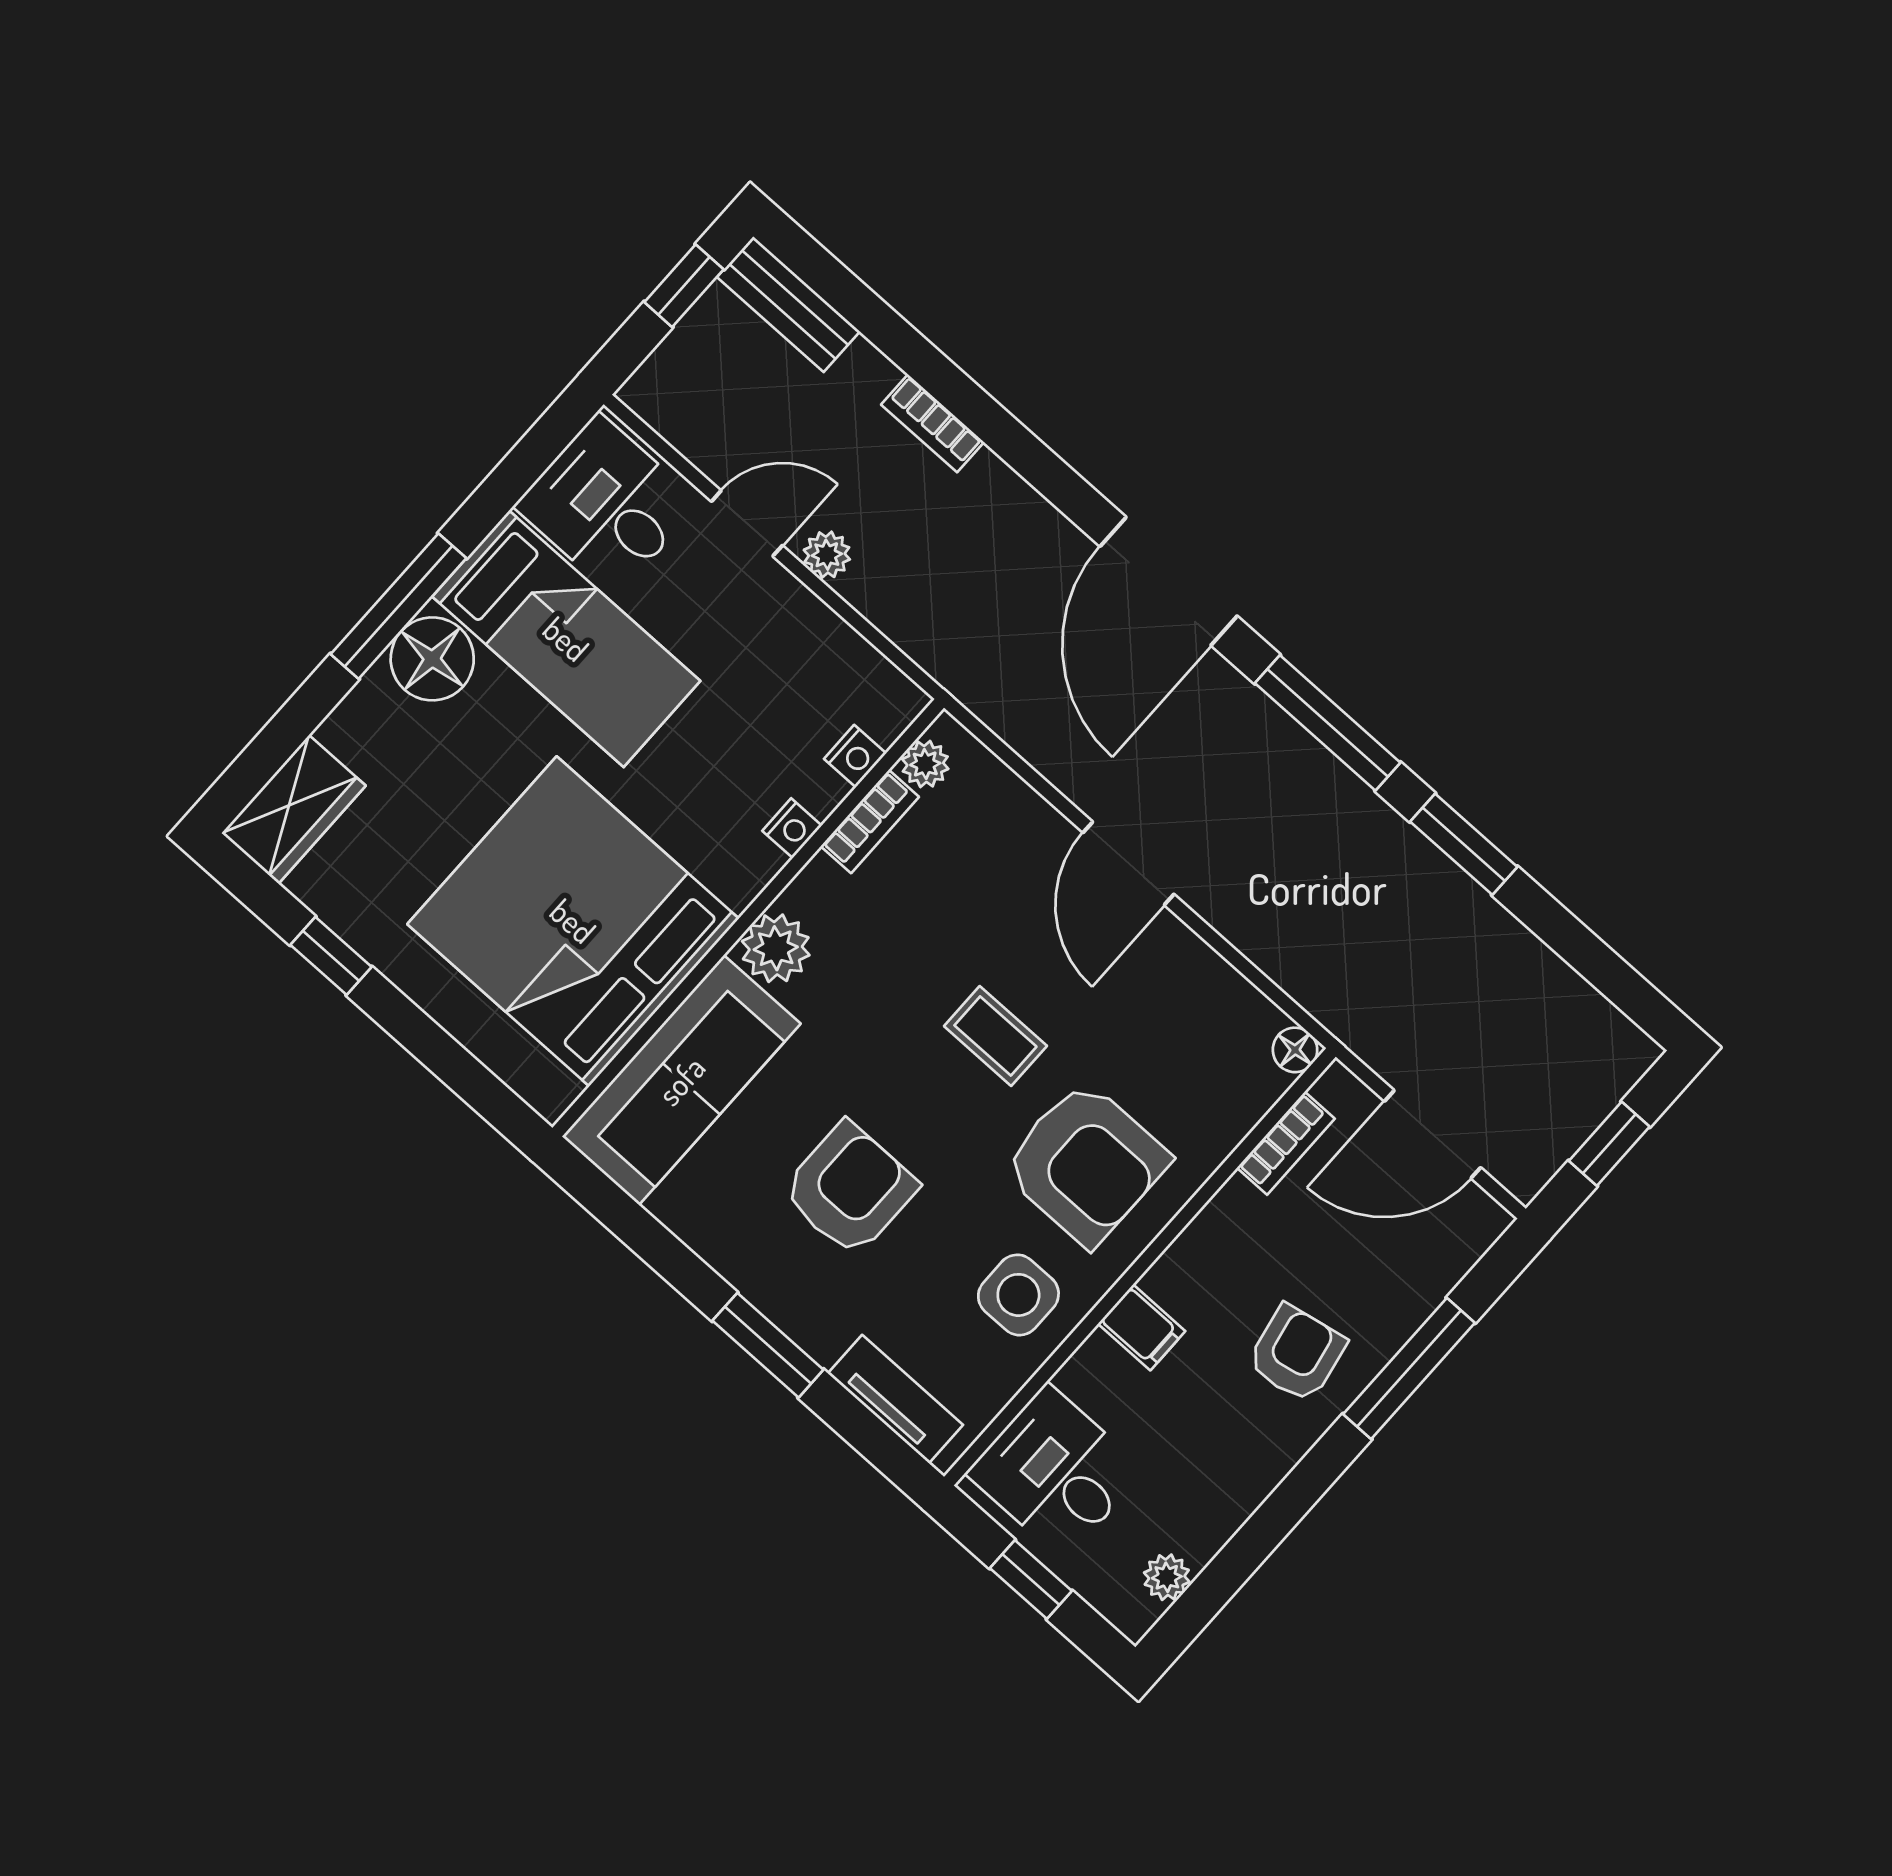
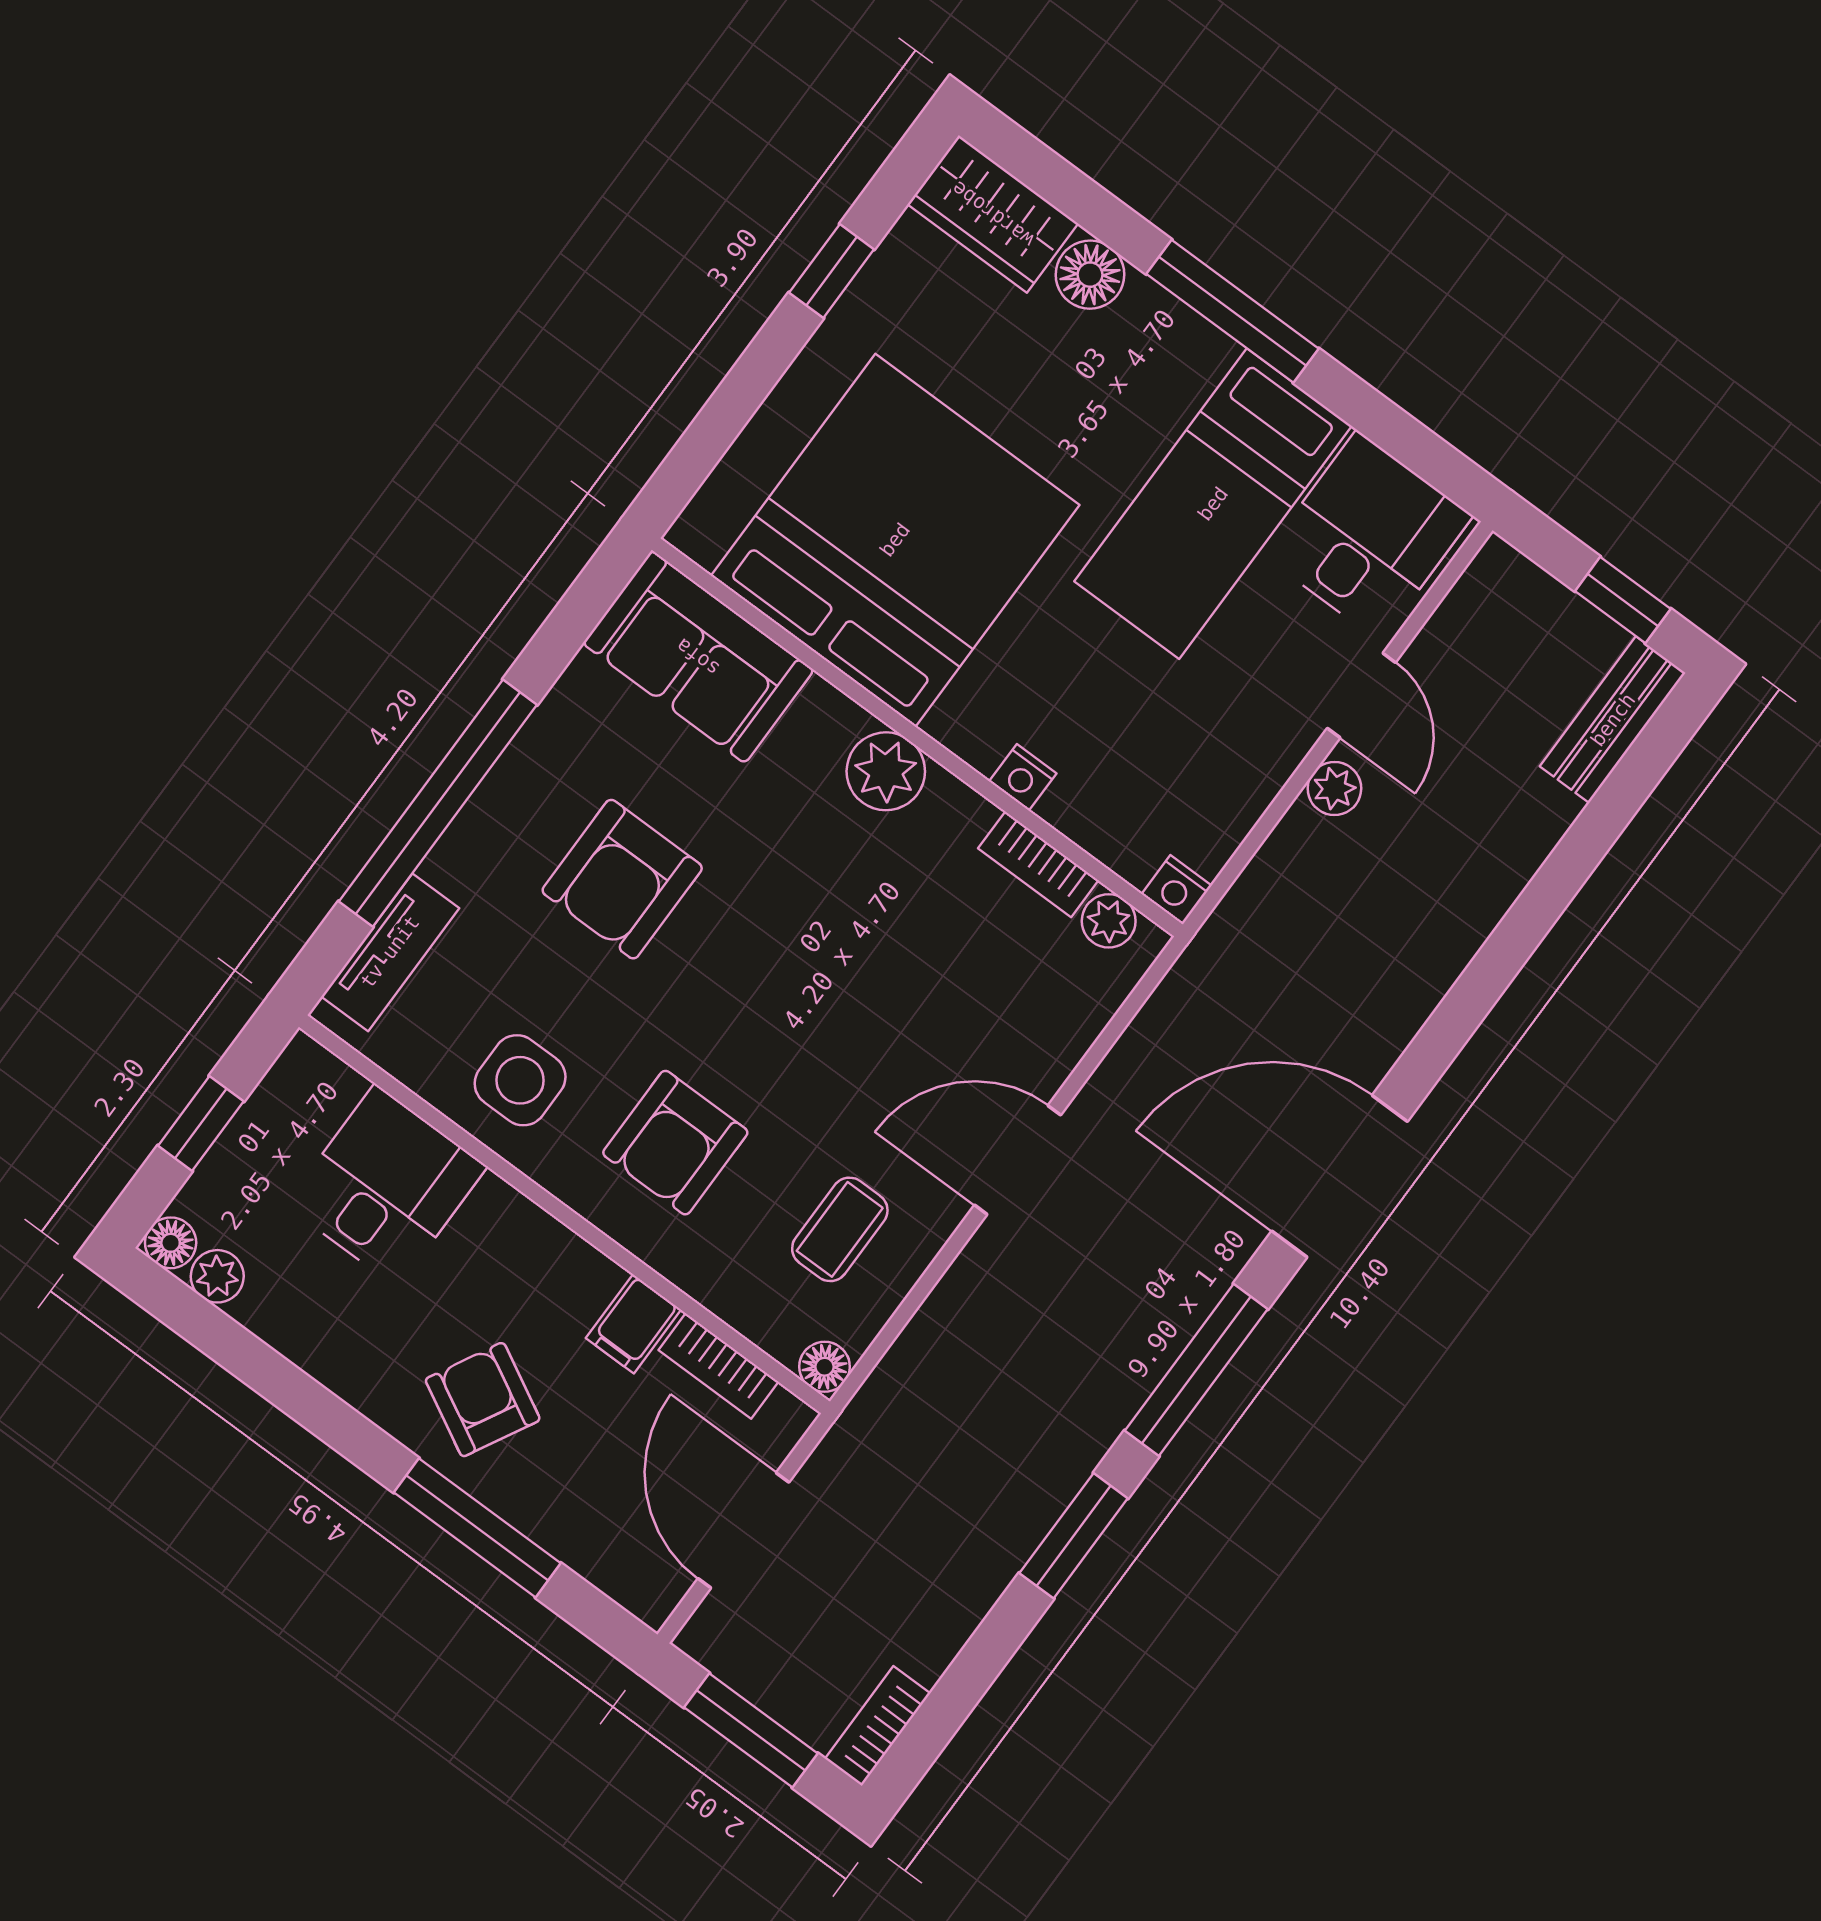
bookcase: (933, 423) -> (878, 1726), moved
floor lamp: (432, 659) -> (1090, 275), moved, width x0.73, depth x0.73
nightstand: (855, 756) -> (1177, 890), moved
coffee table: (995, 1036) -> (840, 1229), moved
sofa: (681, 1080) -> (698, 657), width x0.73
window: (1609, 1144) -> (751, 1730), width x1.50
armchair: (1086, 1163) -> (675, 1143), width x0.73, depth x0.73
armchair: (850, 1189) -> (622, 879), turned 90
filing cabinet: (1142, 1327) -> (633, 1324), moved
window: (768, 1345) -> (438, 803), width x2.11
armchair: (1297, 1353) -> (483, 1400), turned -141
desk: (1056, 1472) -> (386, 1186), moved
floor lamp: (1134, 1616) -> (171, 1243), added

